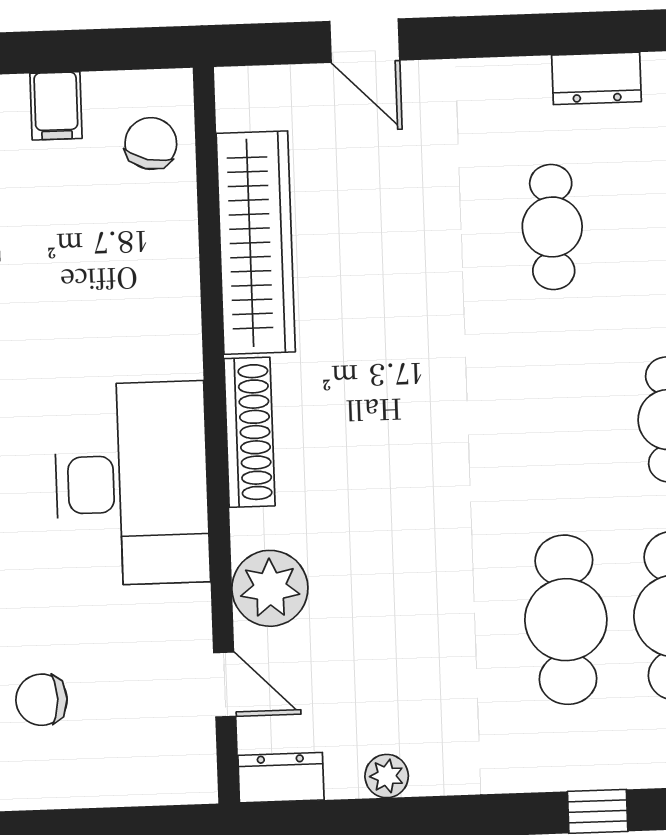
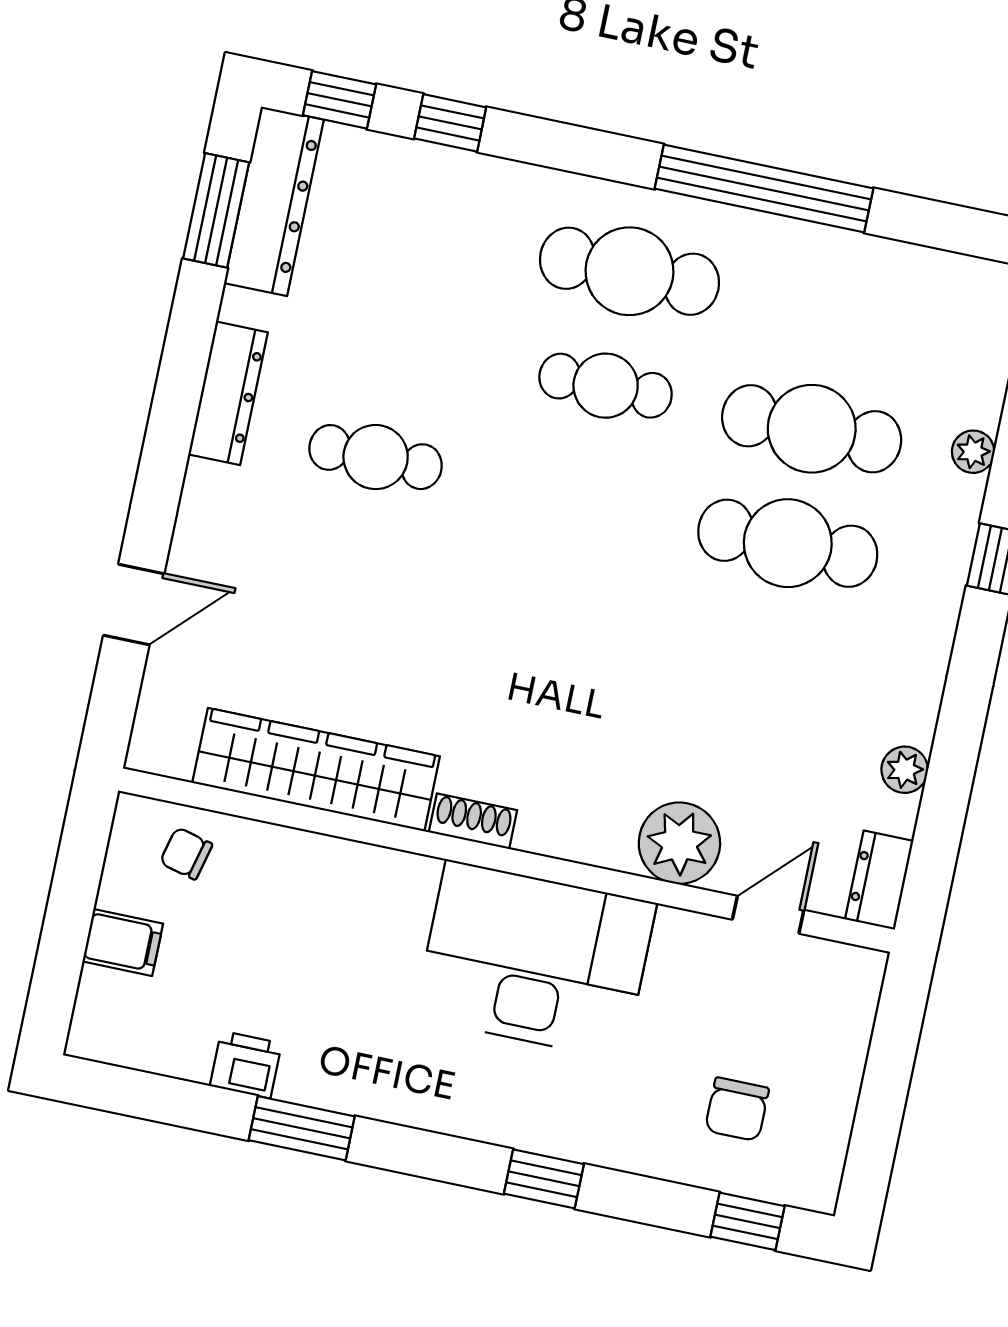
dresser: (596, 78) -> (228, 393), width x1.44
chair: (151, 143) -> (186, 853), width x0.73, depth x0.73
shoe rack: (249, 432) -> (473, 821), width x0.51, depth x0.81

